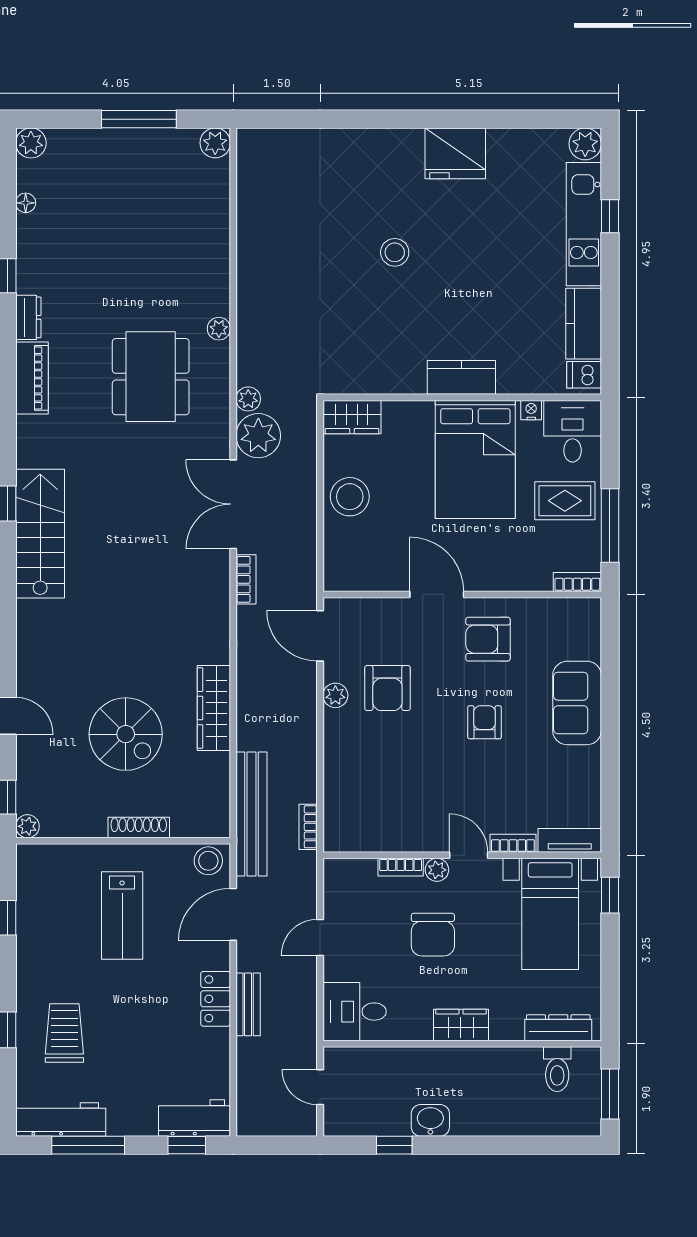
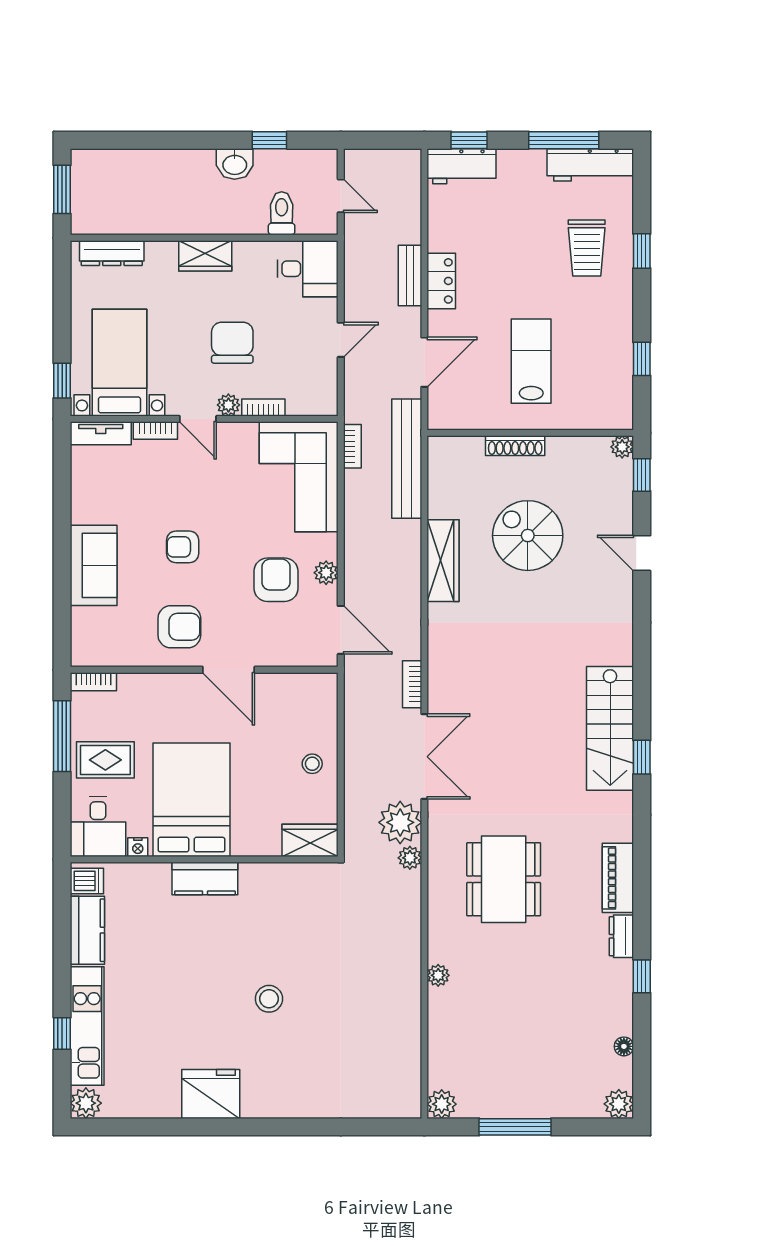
plant: (219, 329) -> (438, 975), moved
stool: (350, 497) -> (312, 764), width x0.53, depth x0.53
armchair: (485, 722) -> (183, 547), turned 90
corner sofa: (364, 795) -> (299, 477), added
stool: (208, 861) -> (448, 414), removed
toilet: (557, 1069) -> (282, 213), moved

